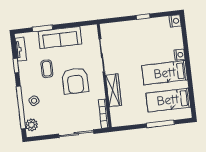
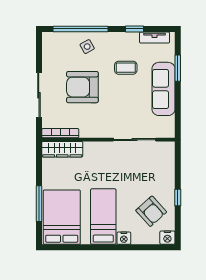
armchair: (156, 36) -> (151, 211), added
armchair: (75, 81) -> (82, 87), moved
wardrobe: (114, 90) -> (62, 149), moved
bed: (168, 100) -> (62, 217), width x1.50
plant: (31, 125) -> (57, 40), removed

